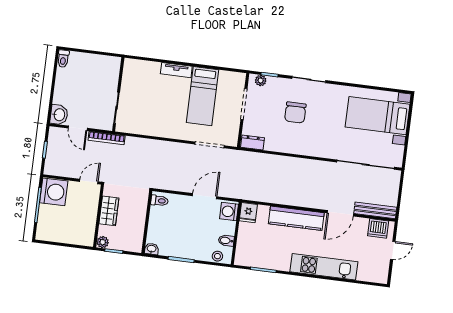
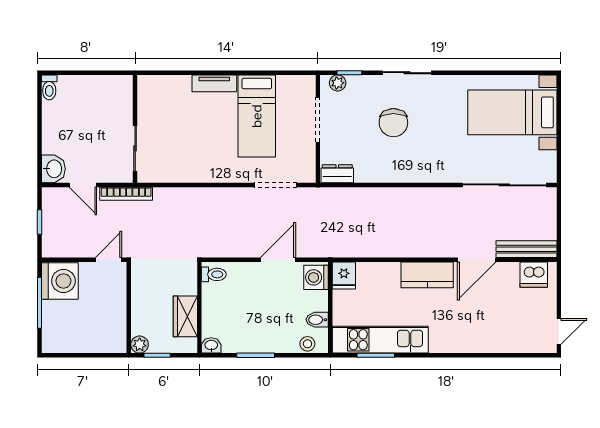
wardrobe: (109, 211) -> (185, 316), moved, turned 180
kitchen counter: (296, 218) -> (427, 275), width x0.67
door: (393, 250) -> (559, 331), moved
kitchen unit: (324, 267) -> (380, 340), moved

